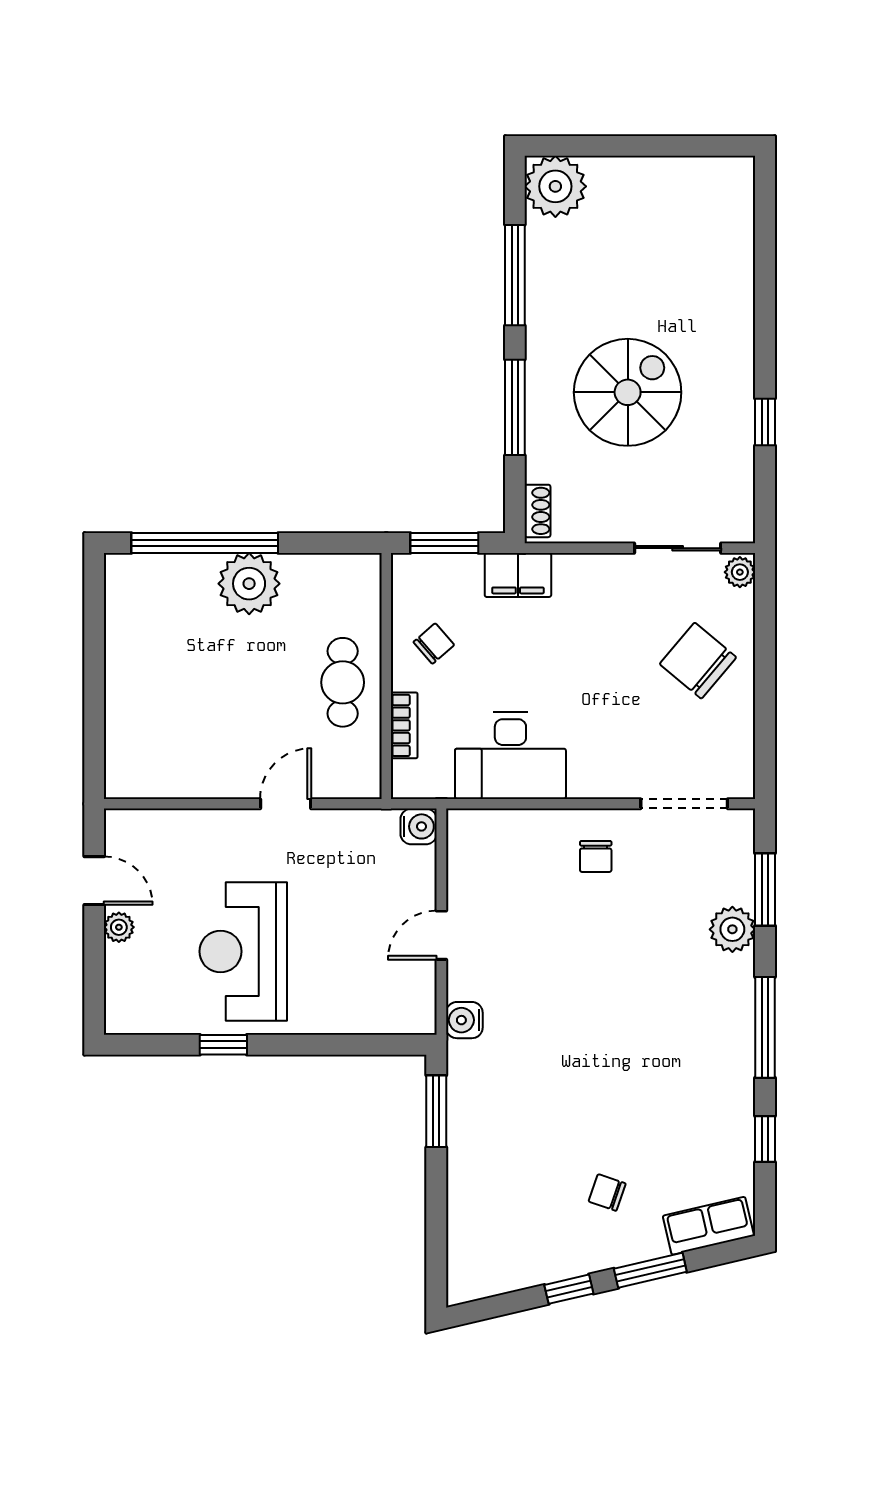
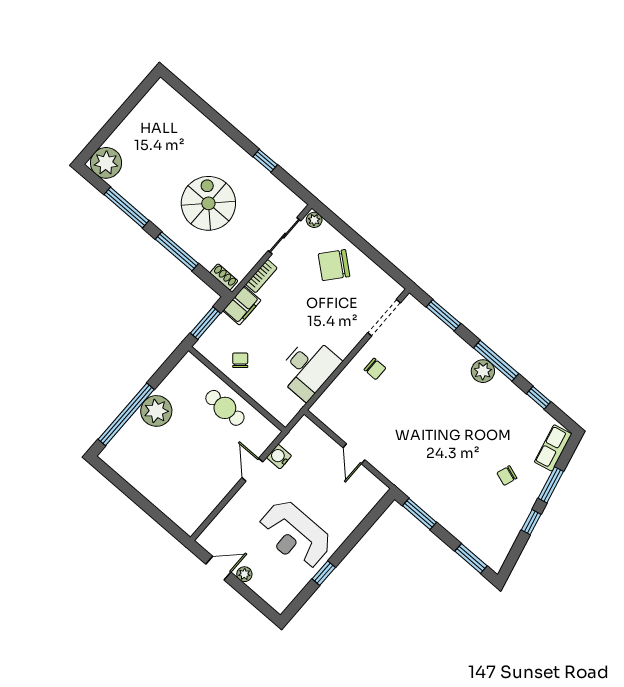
bookcase: (404, 725) -> (261, 276), moved, turned 90
water cooler: (419, 826) -> (279, 457), moved, turned -90
plant: (732, 929) -> (483, 371), moved
water cooler: (464, 1020) -> (394, 473), removed
window: (436, 1246) -> (471, 559), added

